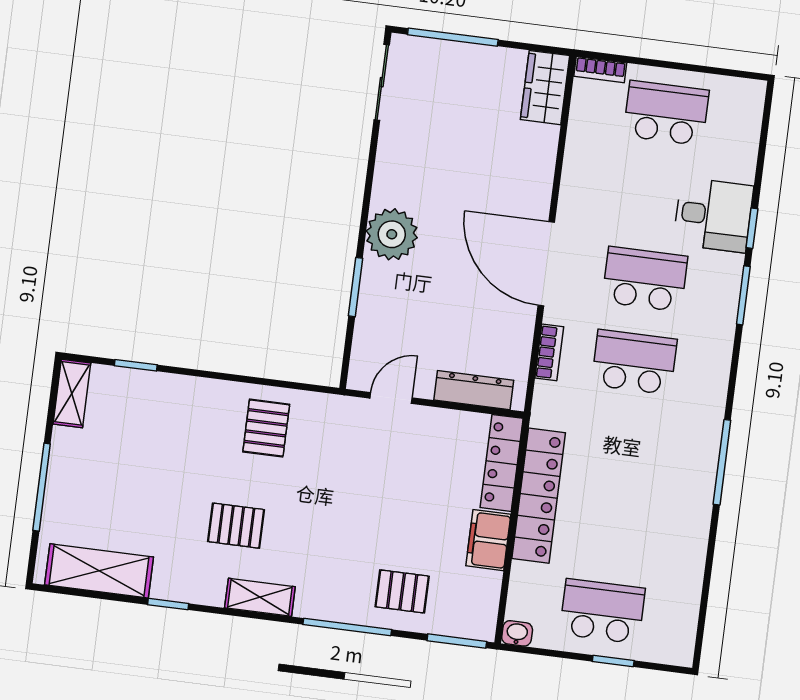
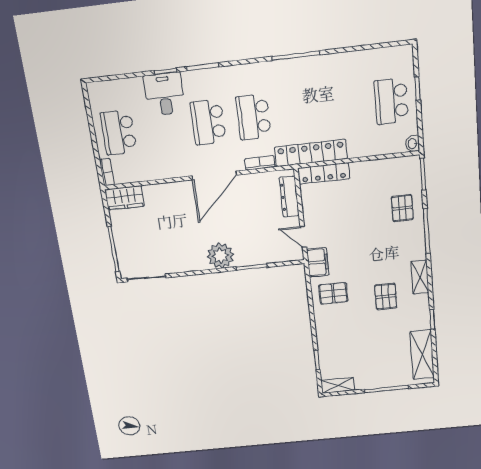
locker: (539, 496) -> (311, 153), moved
filing cabinet: (488, 540) -> (318, 262), moved, turned -90

